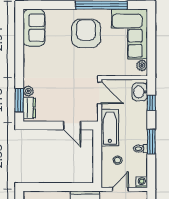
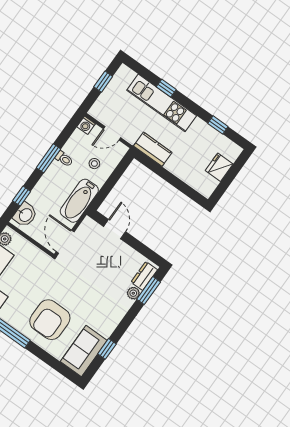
armchair: (86, 33) -> (50, 320), moved
window: (19, 40) -> (107, 349), added

